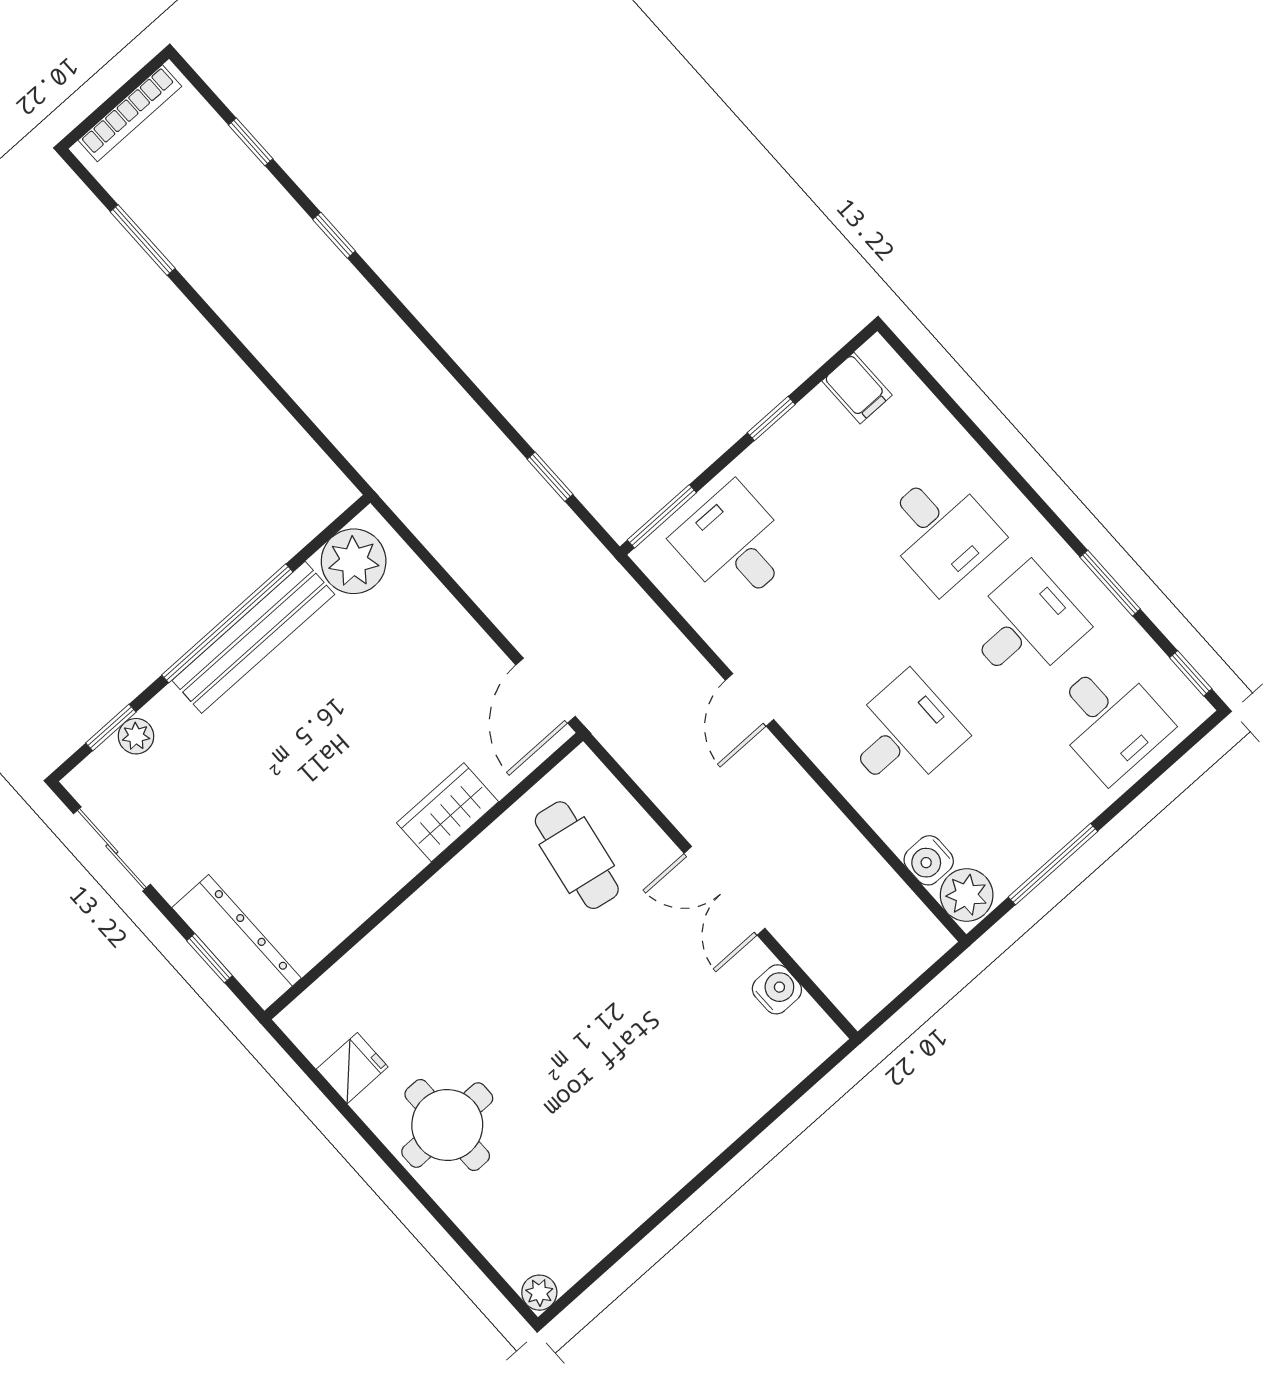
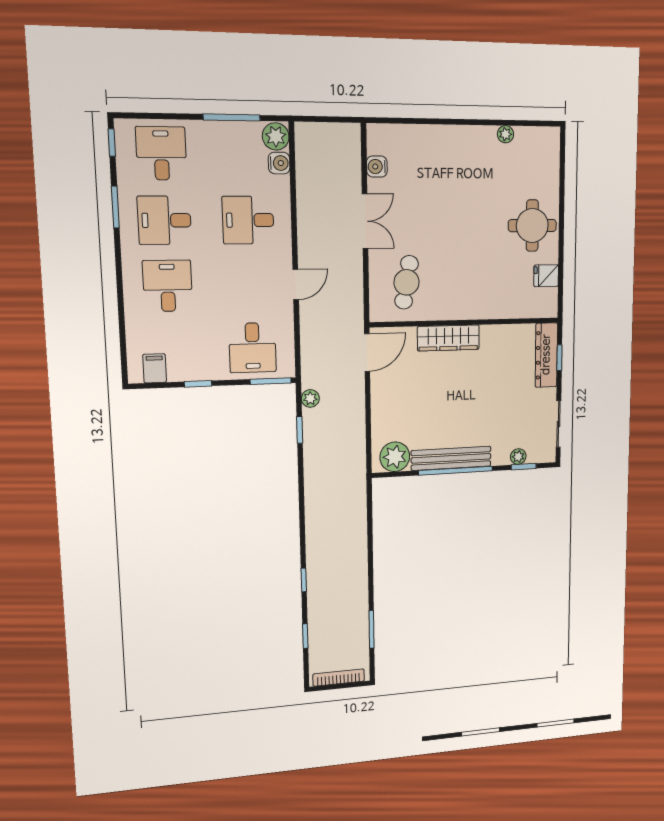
plant: (575, 541) -> (310, 398), added
wardrobe: (448, 812) -> (448, 338), width x1.50
plant: (539, 1293) -> (505, 134), moved

